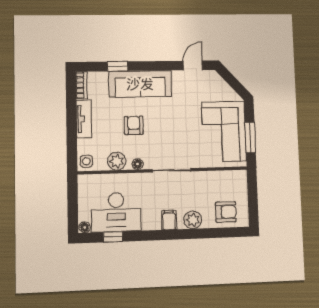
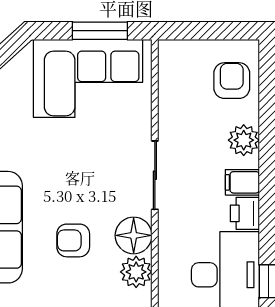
floor lamp: (138, 164) -> (134, 235), width x1.89, depth x1.89
printer: (152, 222) -> (245, 213), added

